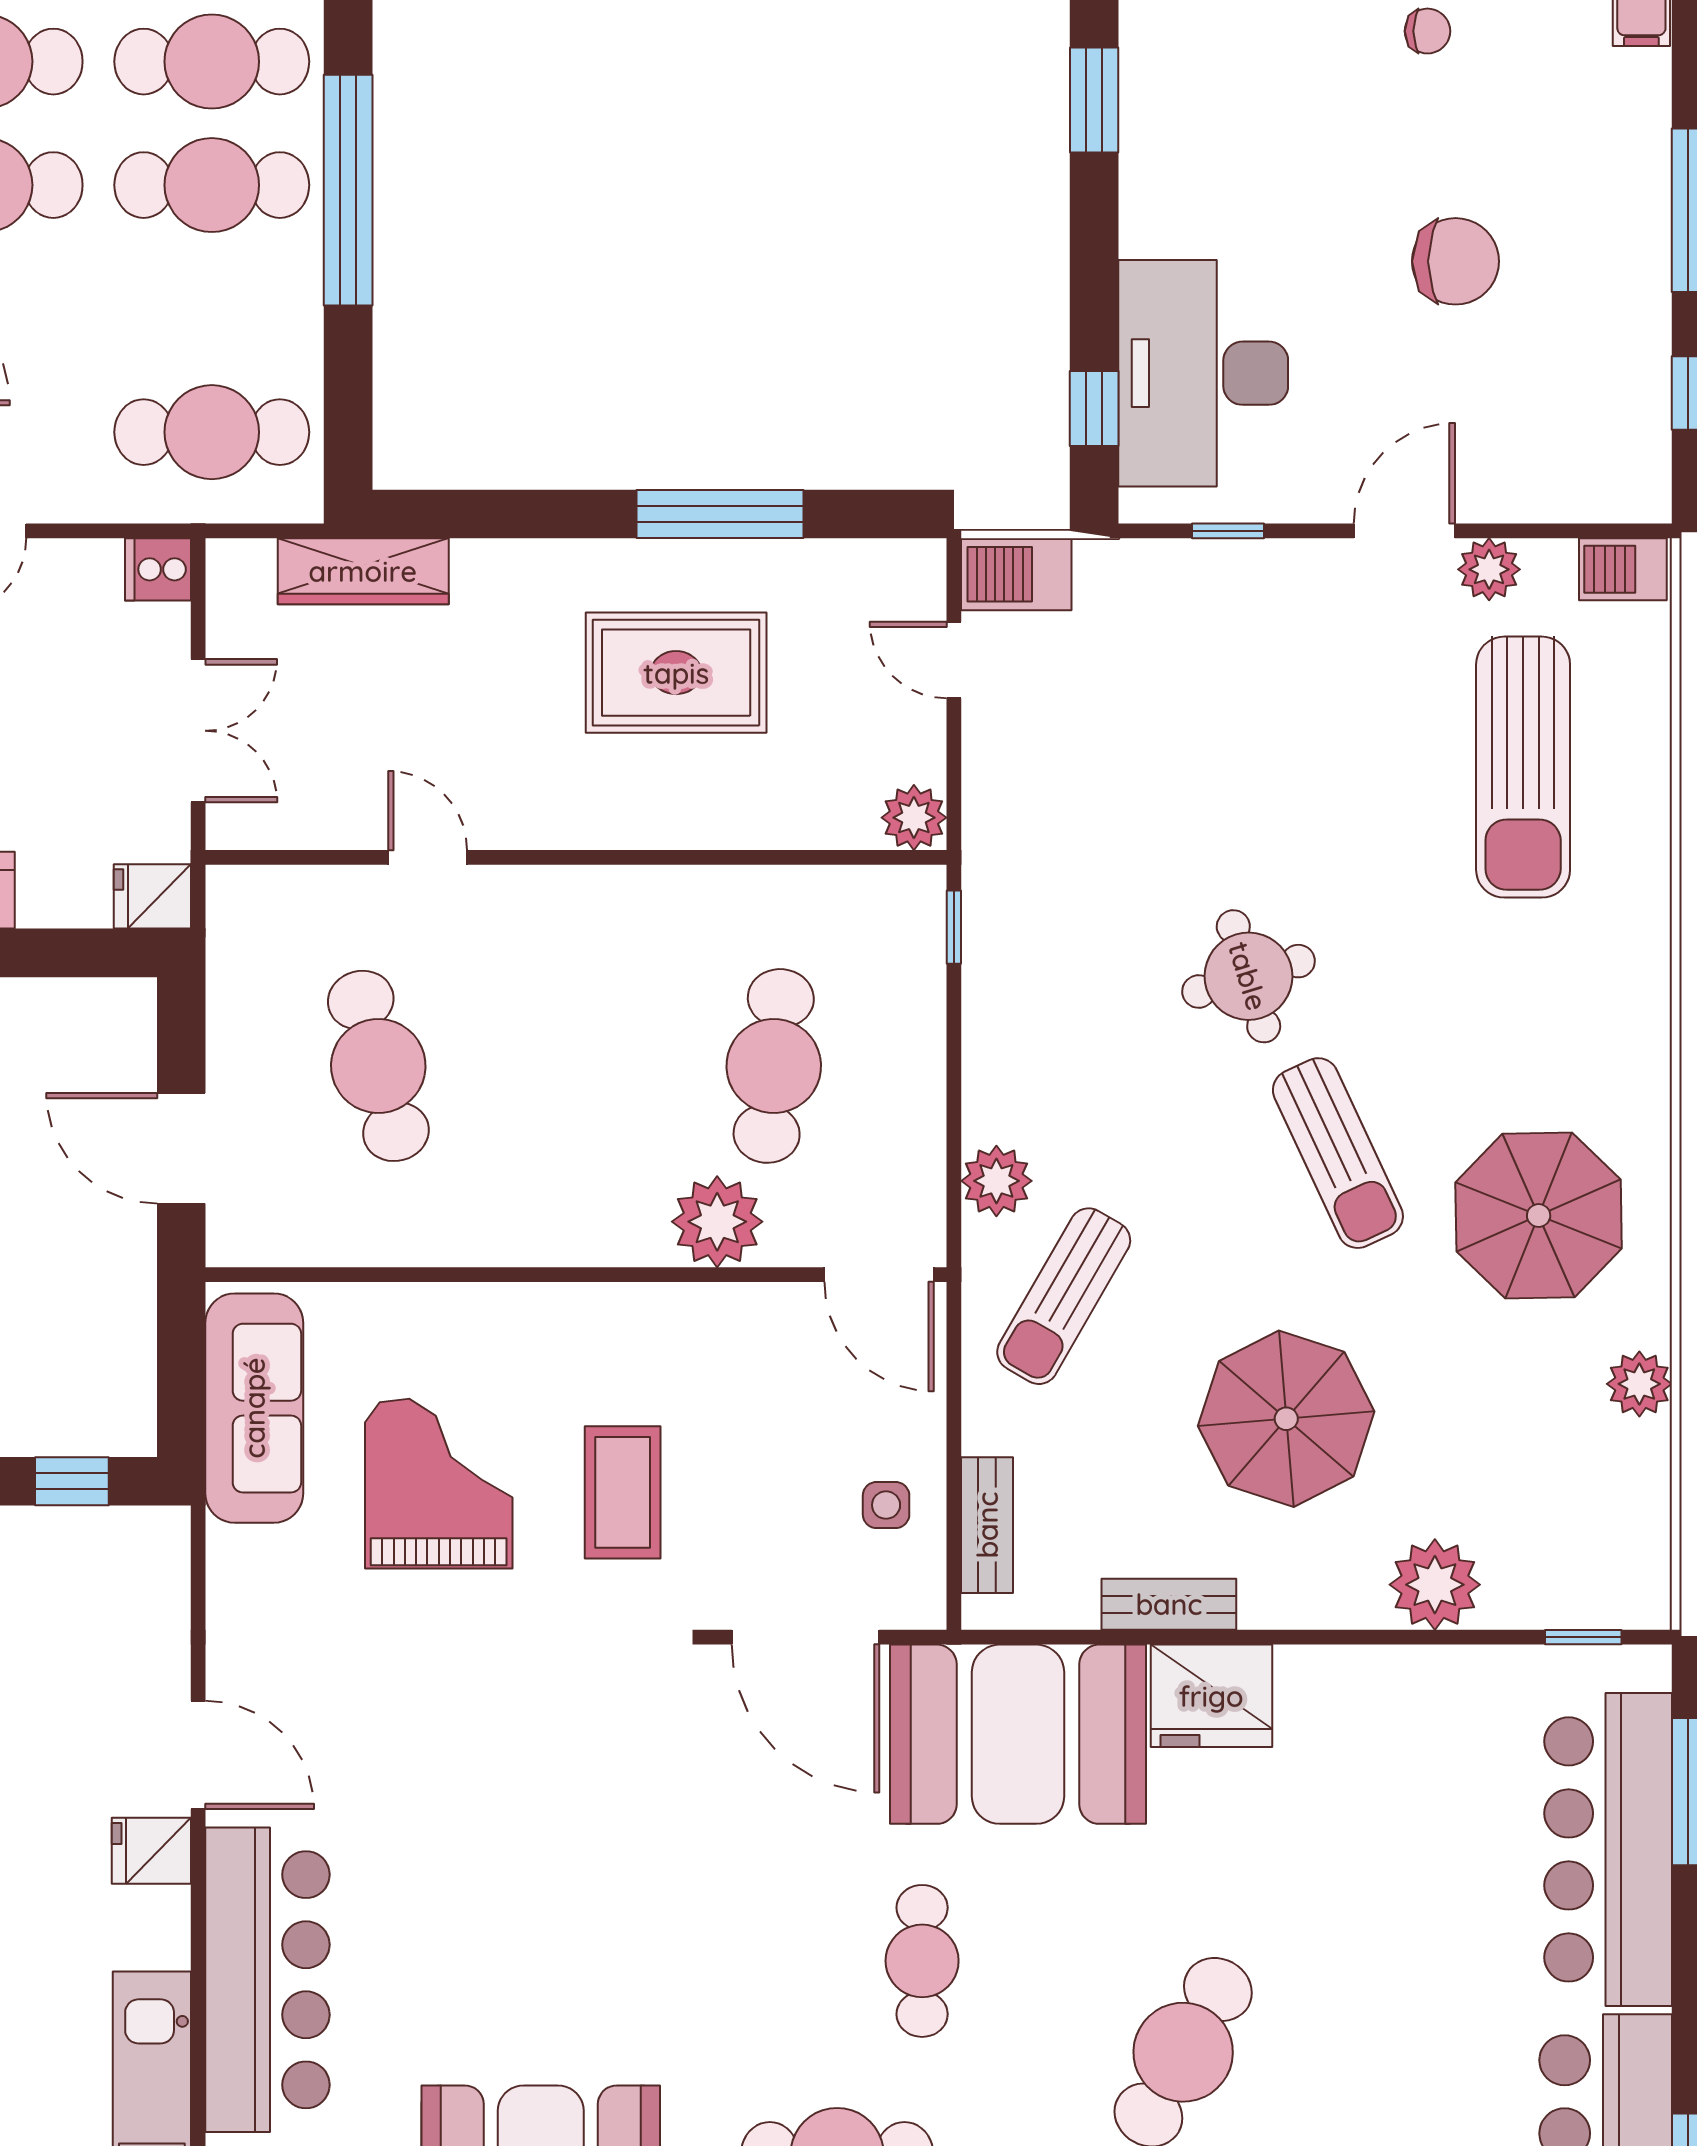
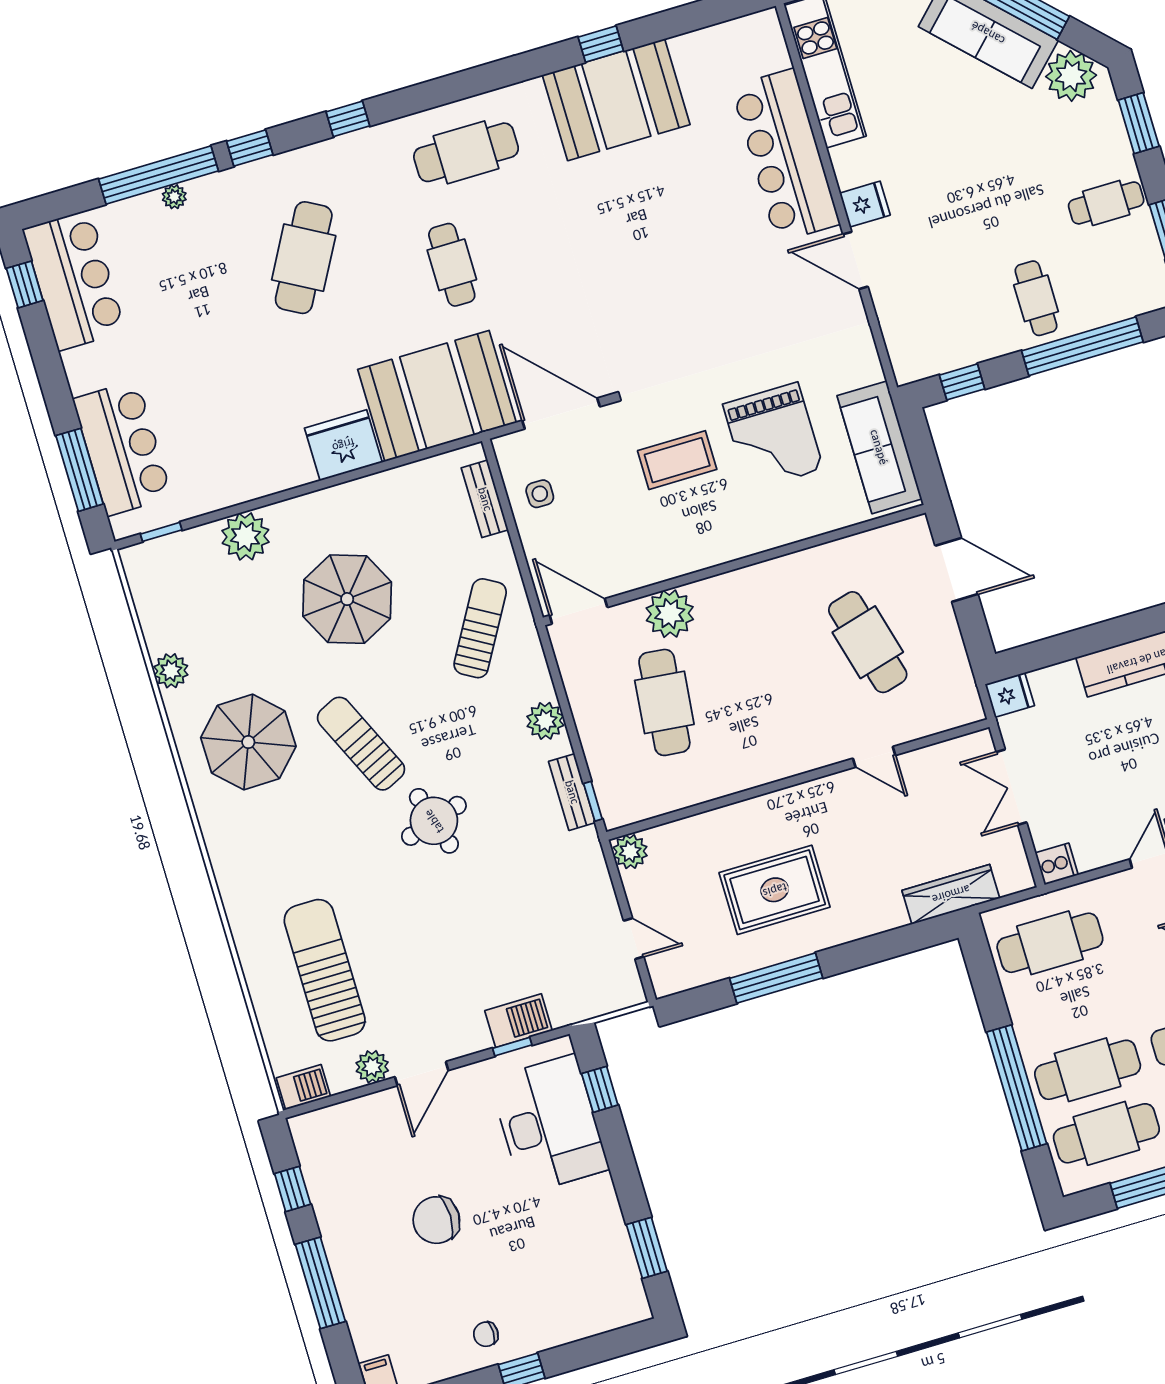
barbecue: (1016, 574) -> (519, 1021), moved
plant: (996, 1181) -> (545, 721), moved
coffee table: (623, 1492) -> (677, 460), turned 90
bench: (1169, 1604) -> (572, 792), moved, turned 90
bar counter: (1608, 1849) -> (122, 448), width x0.73

